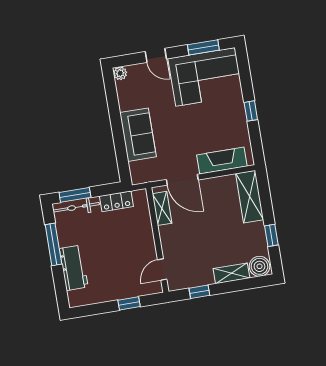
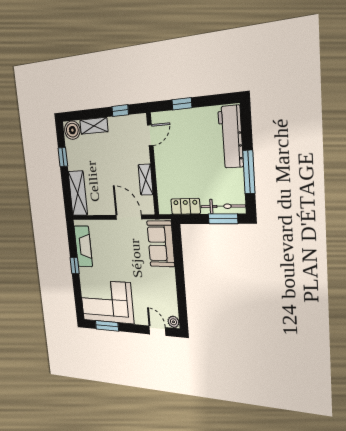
door: (156, 55) -> (158, 331), moved
sofa: (138, 135) -> (161, 244), moved
fireplace: (222, 161) -> (83, 246), moved, turned -90
shelving: (162, 208) -> (146, 180), moved
workbench: (74, 268) -> (231, 137), width x1.38

